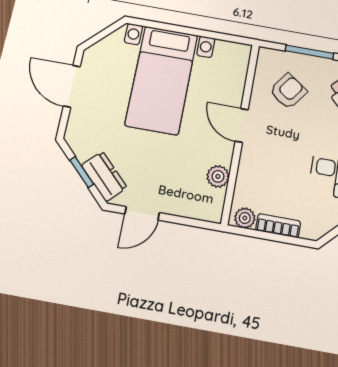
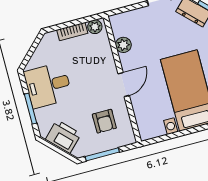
armchair: (288, 91) -> (104, 121), turned -36
door: (242, 125) -> (124, 85), hinge flipped

